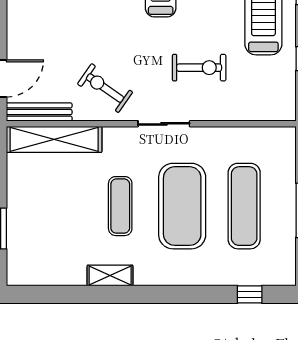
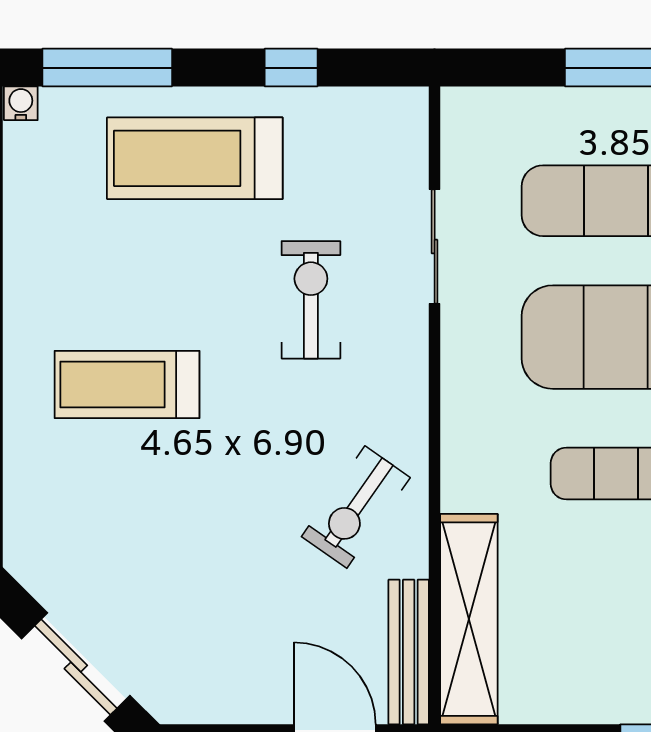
sliding door: (164, 124) -> (435, 247), moved

